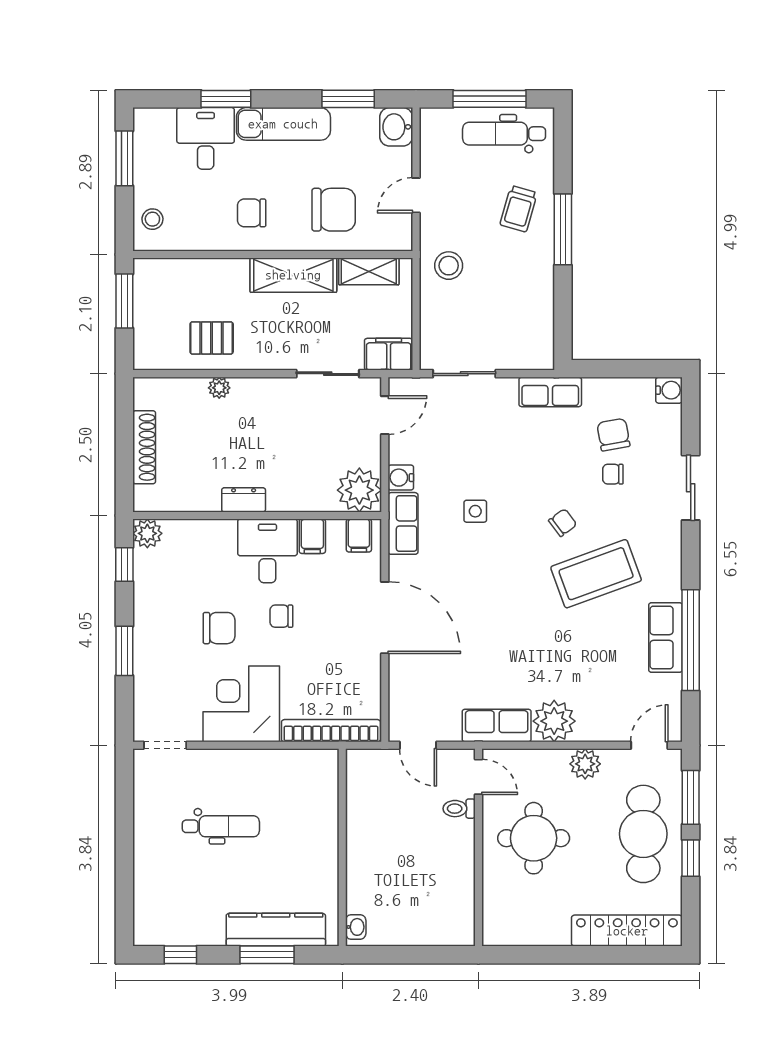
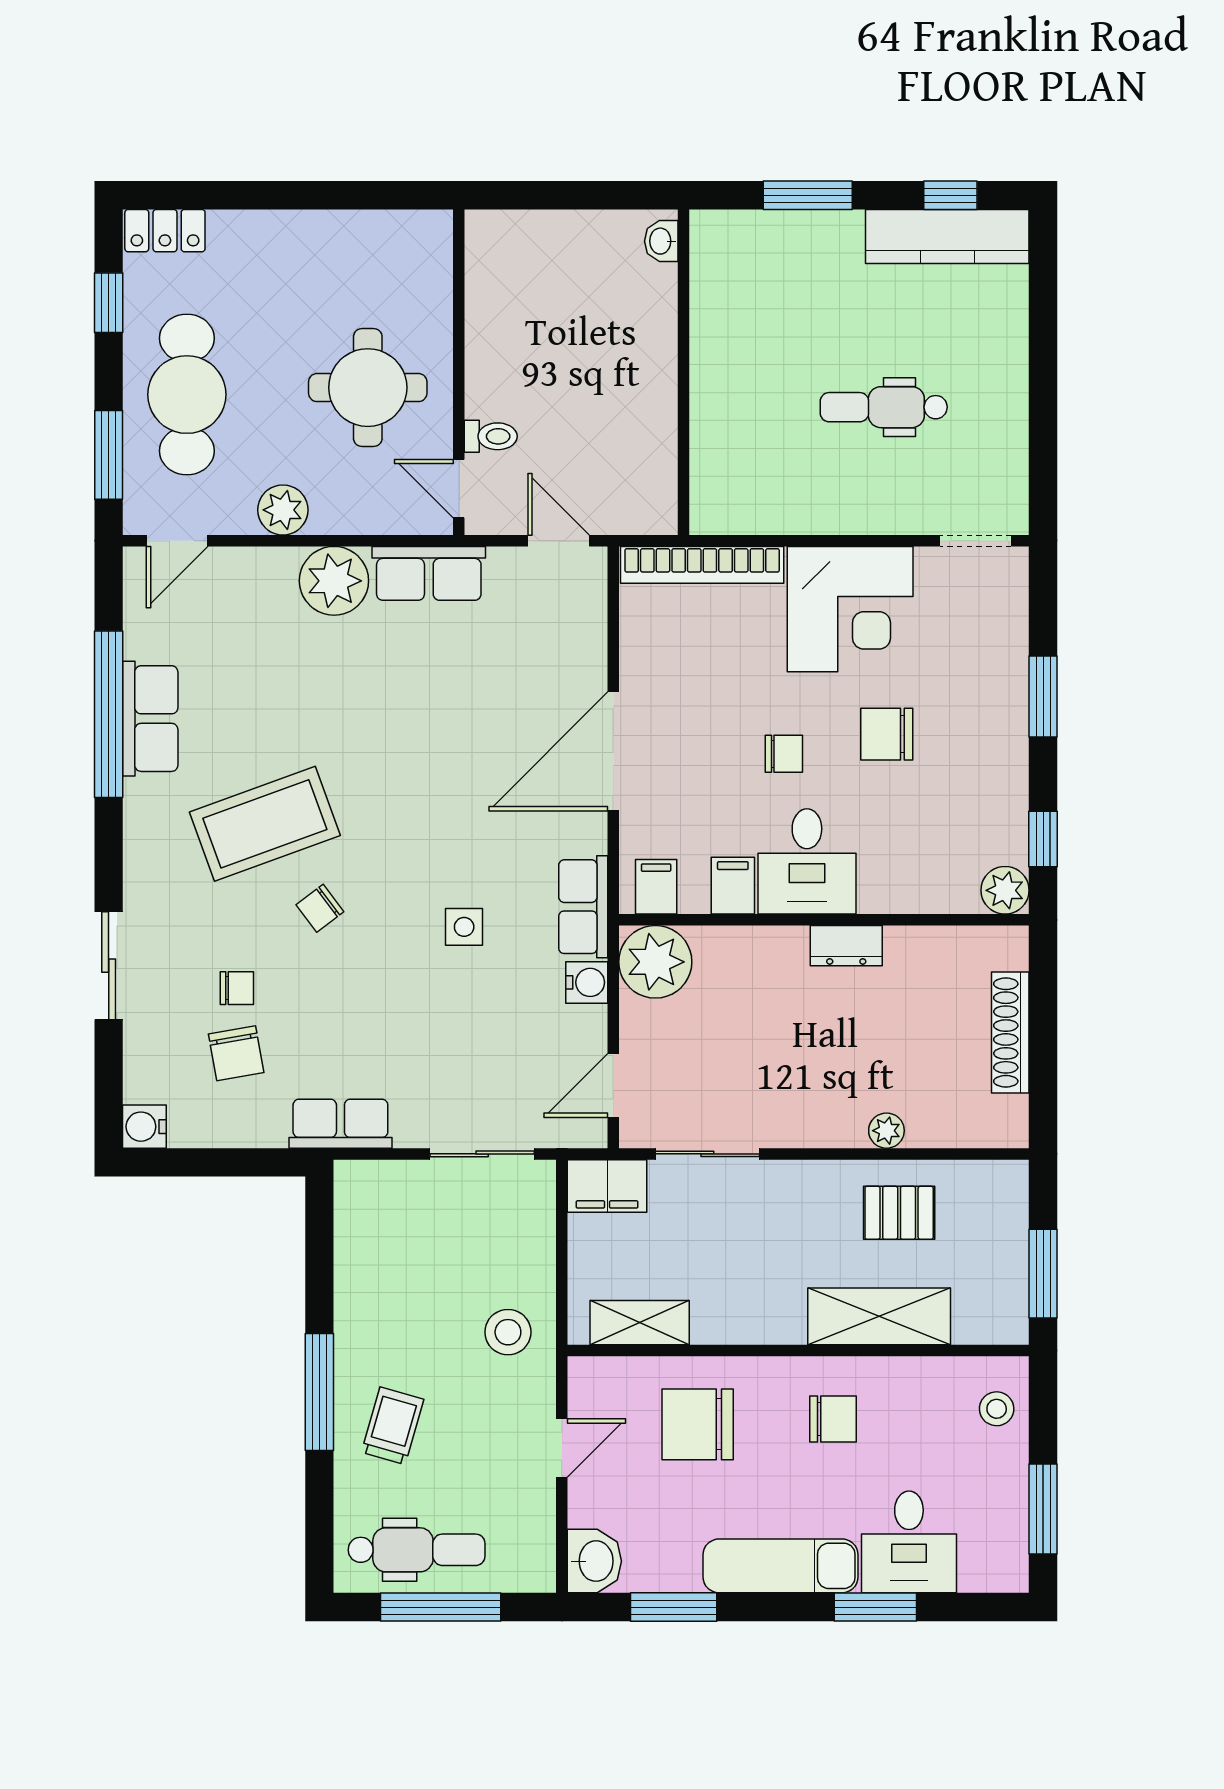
shelving: (293, 275) -> (879, 1316), moved
door: (385, 618) -> (613, 751), hinge flipped
window: (691, 858) -> (109, 303), moved
kitchen counter: (276, 930) -> (947, 236), moved
locker: (627, 931) -> (165, 231), width x0.46, depth x0.83

